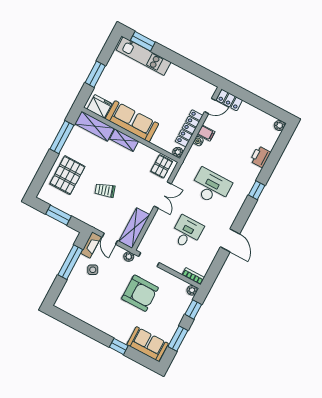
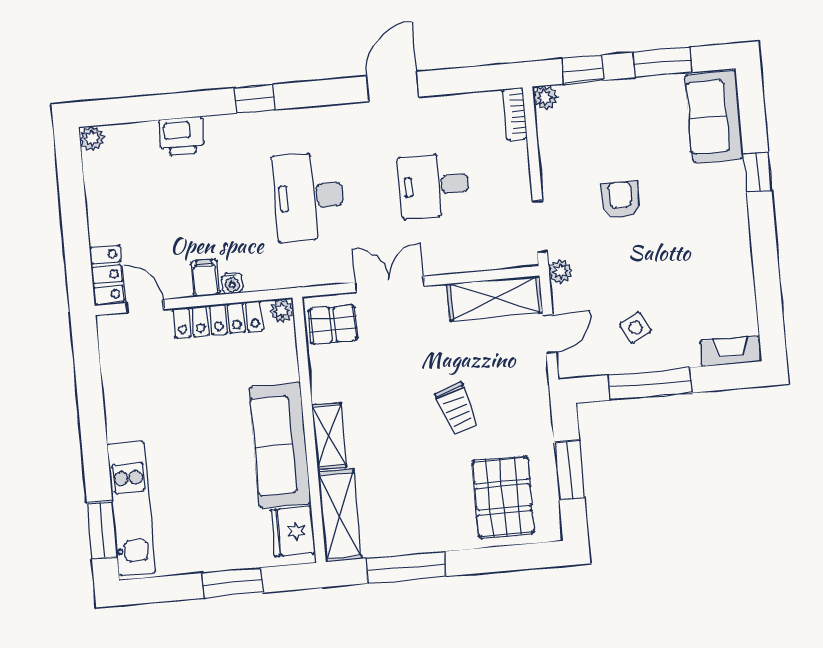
pallet: (67, 175) -> (503, 497), moved, turned 90
fireplace: (91, 245) -> (731, 351), moved
armchair: (140, 293) -> (620, 200), width x0.53, depth x0.53

